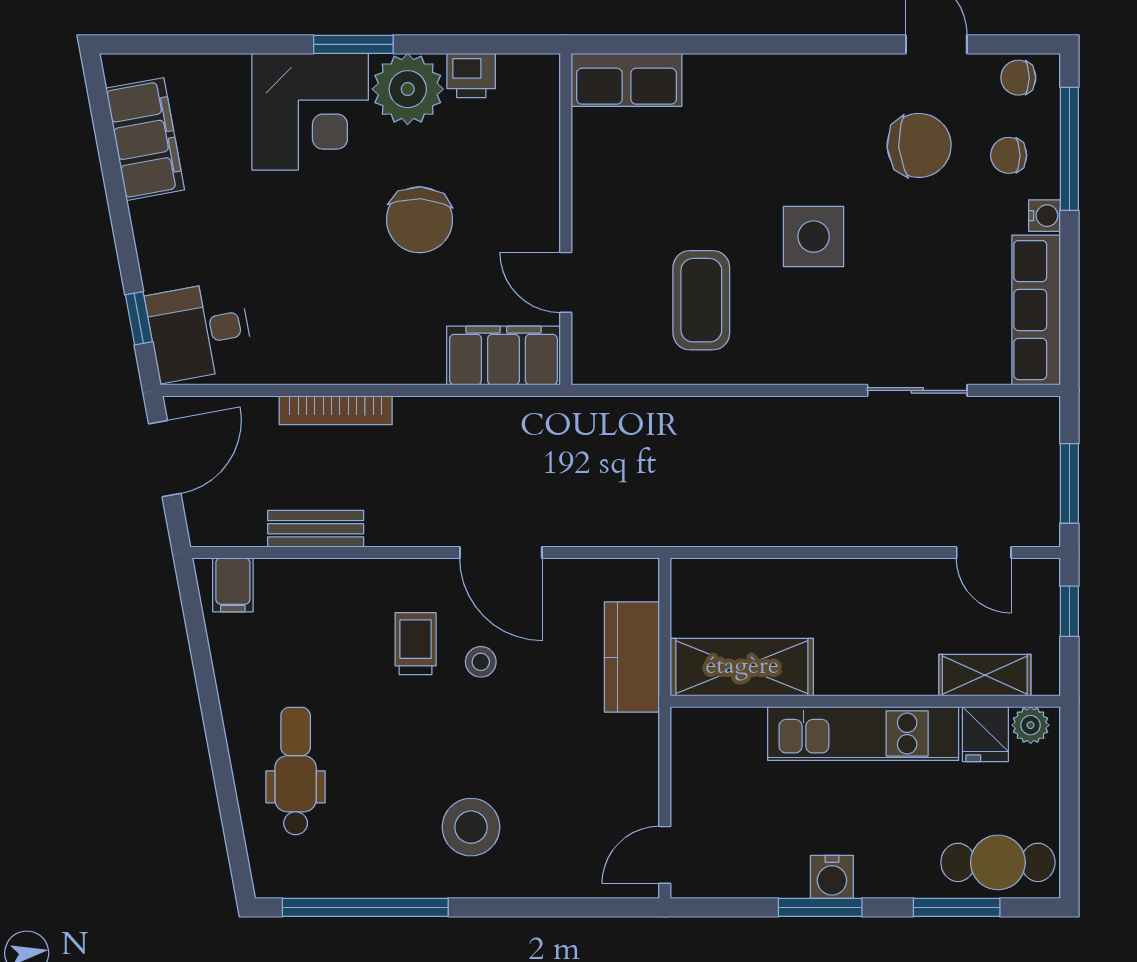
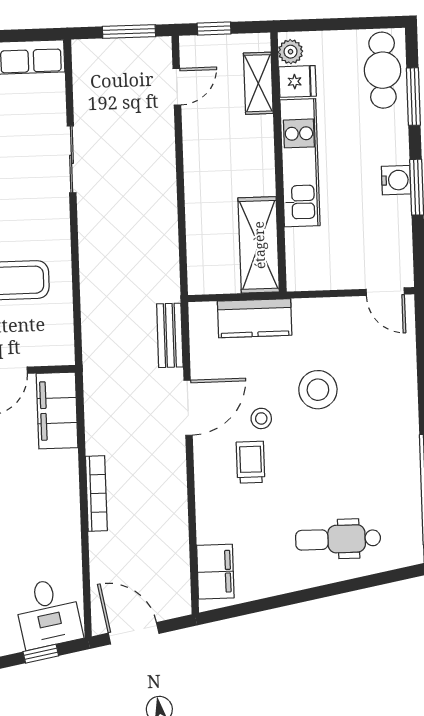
sliding door: (917, 390) -> (72, 159), moved
bookcase: (336, 410) -> (96, 493), moved
bench: (316, 529) -> (170, 335), moved
filing cabinet: (233, 585) -> (215, 572), width x2.00
trolley: (416, 644) -> (251, 462), turned 90
stool: (471, 827) -> (318, 390), moved

